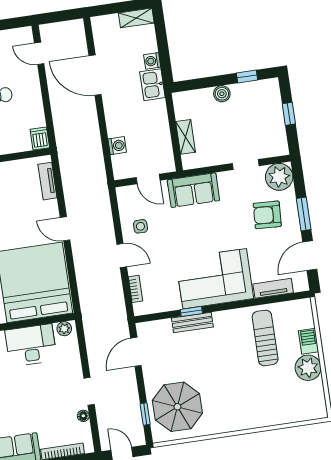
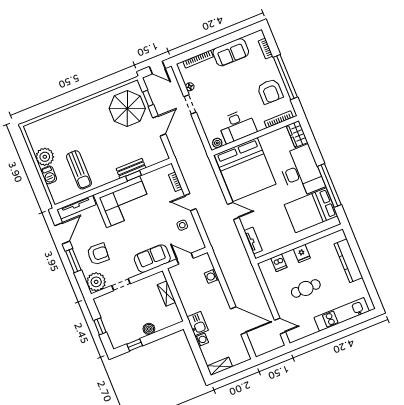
dishwasher: (40, 139) -> (279, 263), moved
tv unit: (273, 288) -> (77, 207), width x1.41
door: (136, 352) -> (159, 126), moved

